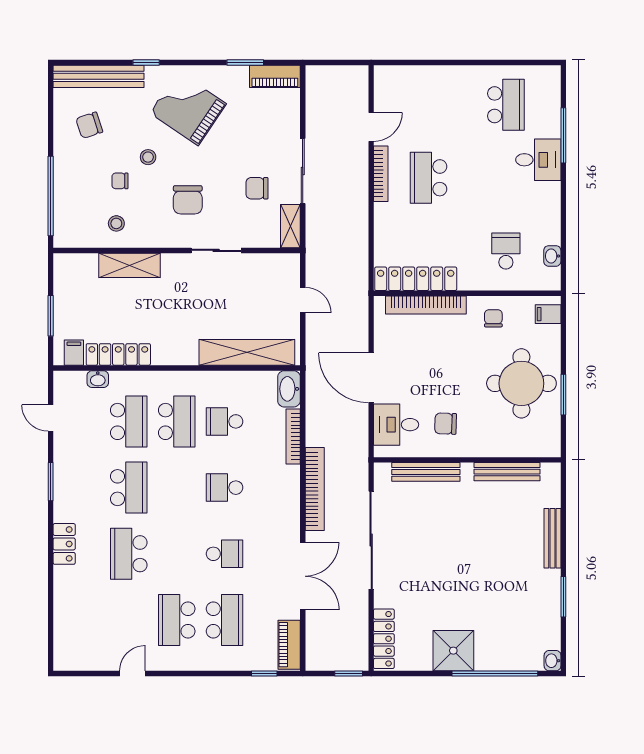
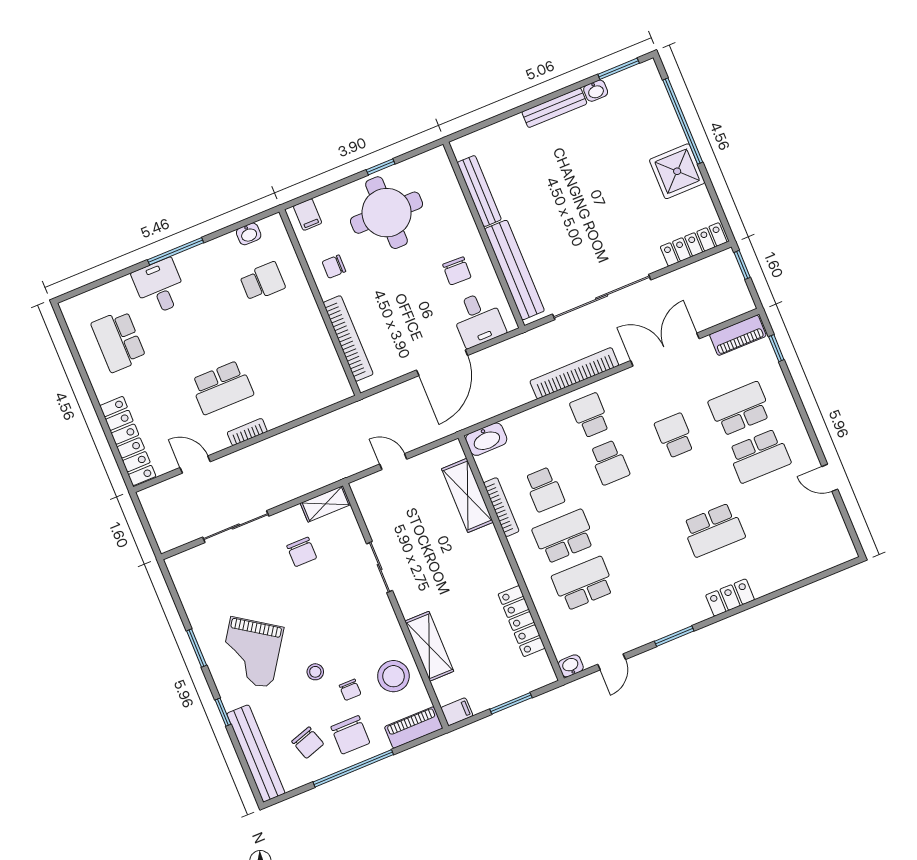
window: (245, 62) -> (197, 648), moved
piano: (275, 76) -> (414, 728), moved, turned -90
school desk: (506, 105) -> (119, 341), turned -90
window: (563, 135) -> (176, 251), moved
sliding door: (303, 171) -> (236, 527), moved
bookcase: (381, 174) -> (247, 432), width x0.64
window: (51, 196) -> (353, 768), moved
chair: (188, 200) -> (350, 735), moved, turned 90
stool: (116, 223) -> (393, 676), width x1.89, depth x1.89
school desk: (506, 251) -> (263, 282), turned 180
locker: (416, 279) -> (128, 441), moved, turned 180
door: (303, 300) -> (393, 462), hinge flipped
shelving: (247, 352) -> (467, 495), width x0.68
filing cabinet: (74, 353) -> (457, 712), moved, turned 180
washbasin: (98, 379) -> (571, 666), moved, turned -90
window: (563, 395) -> (381, 167), width x0.67
bookcase: (293, 437) -> (501, 507), moved, turned -90
bench: (426, 472) -> (514, 270), width x1.37, depth x1.21
school desk: (129, 488) -> (590, 415), moved, width x0.54
bench: (552, 538) -> (554, 108), moved
window: (563, 597) -> (619, 69), moved
washbasin: (553, 661) -> (596, 91), moved

